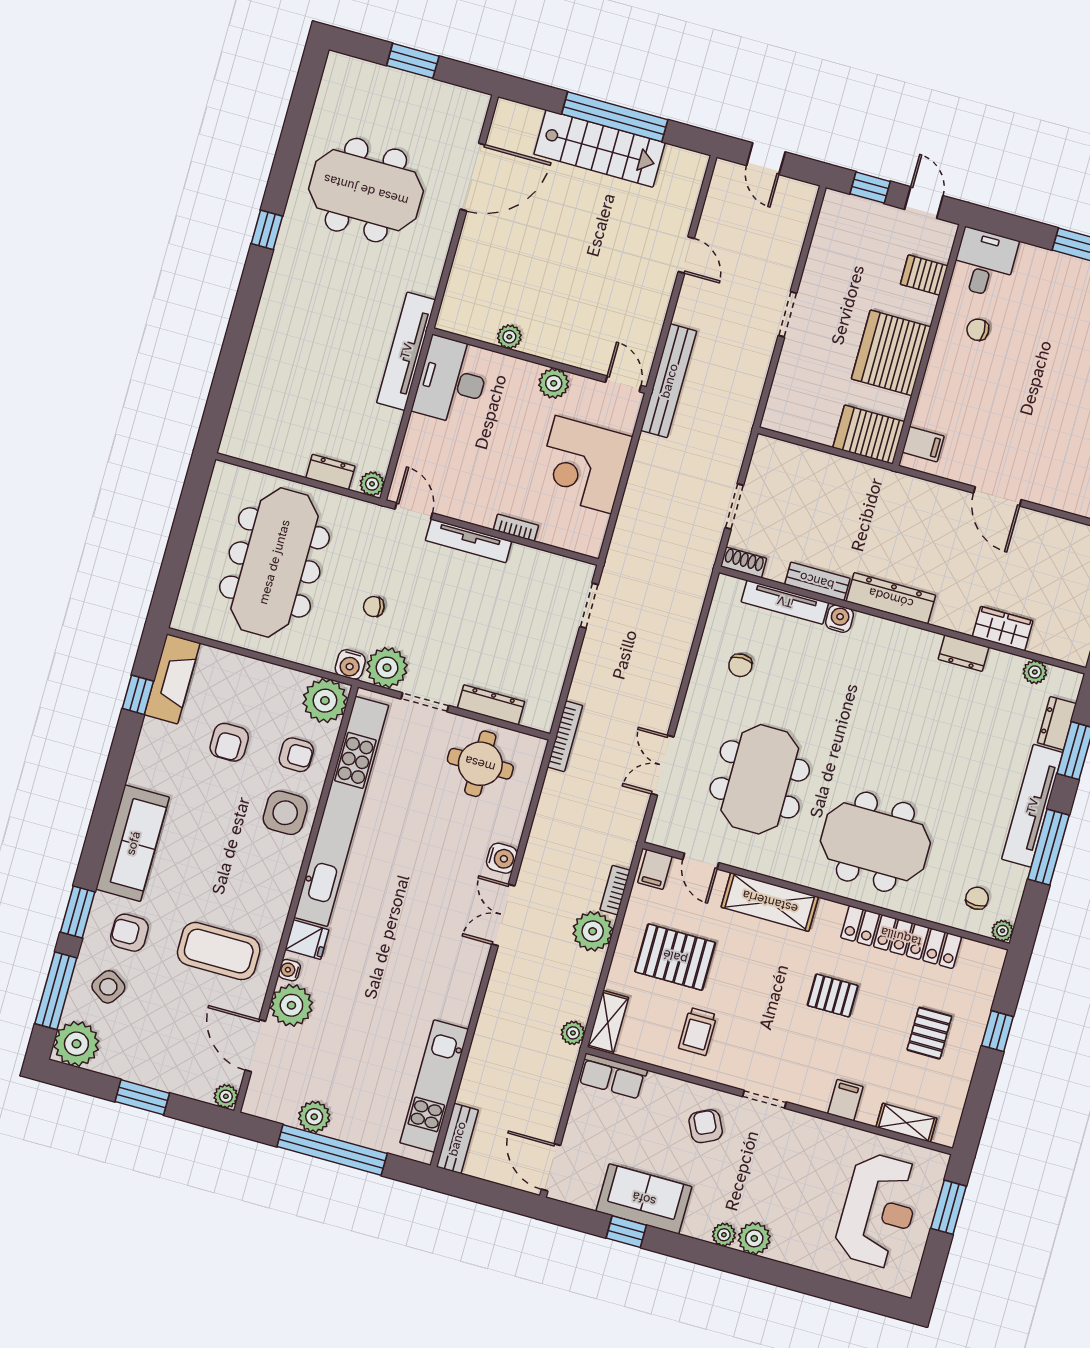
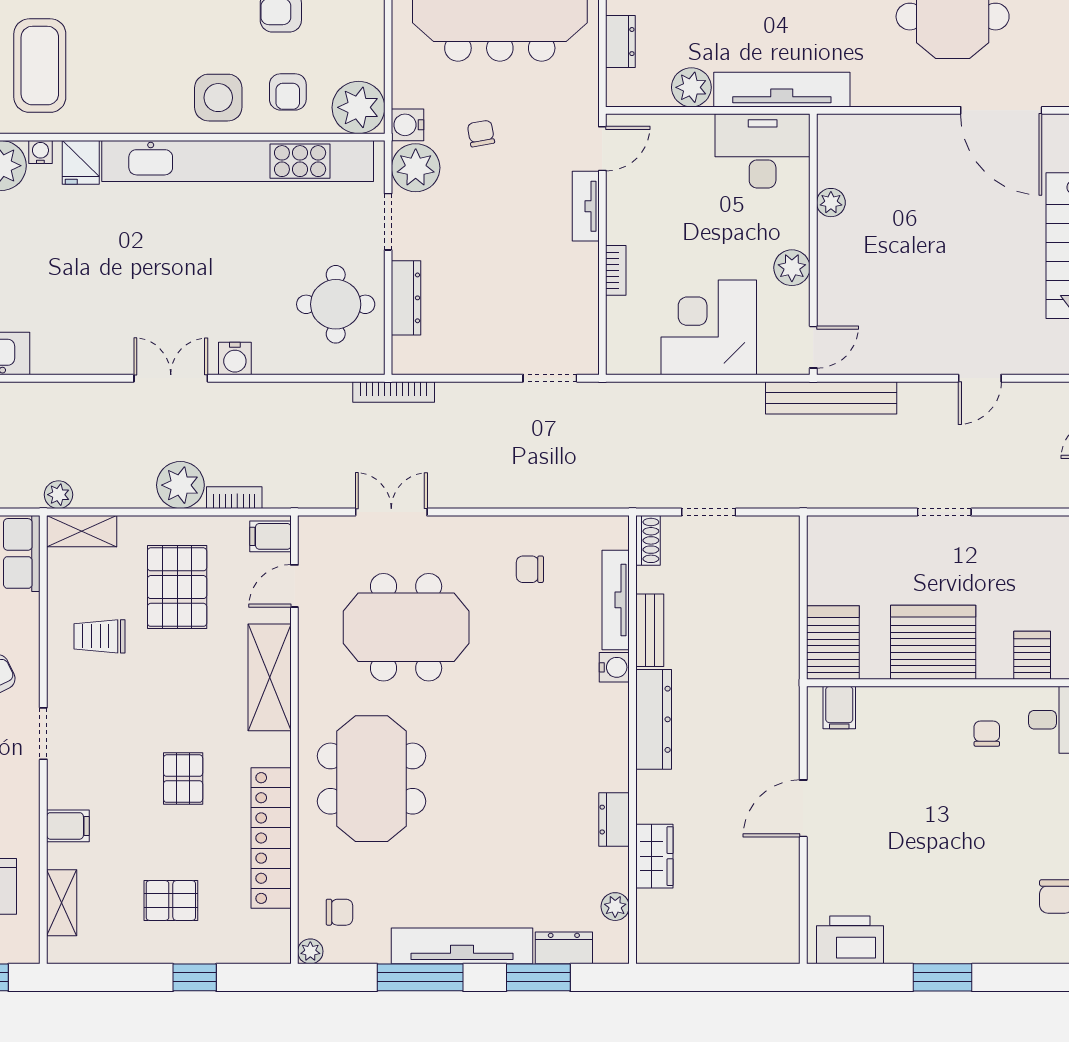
plant: (372, 484) -> (691, 87), moved, width x1.38, depth x1.38
tv unit: (469, 541) -> (586, 206), width x0.71

